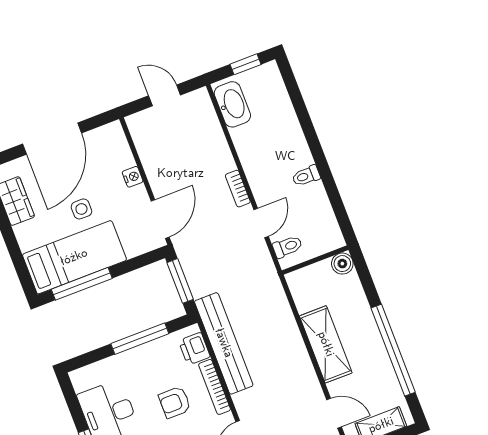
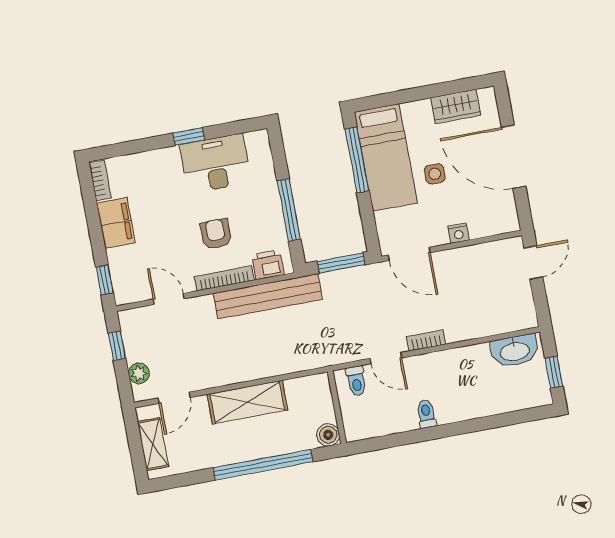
door: (165, 95) -> (533, 263), moved
window: (393, 350) -> (263, 465), moved

